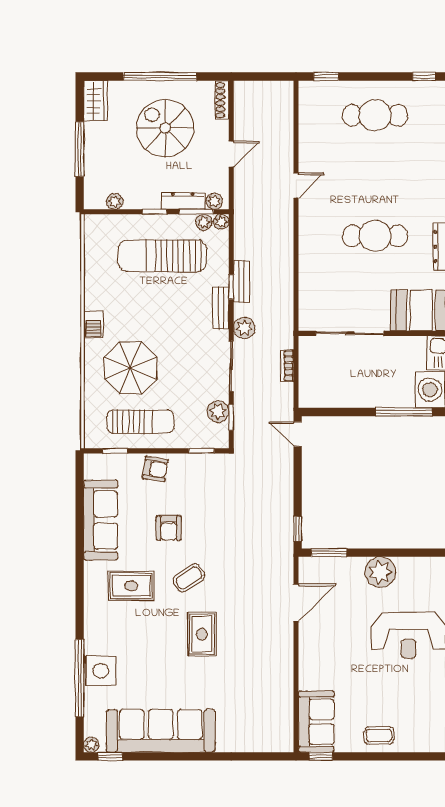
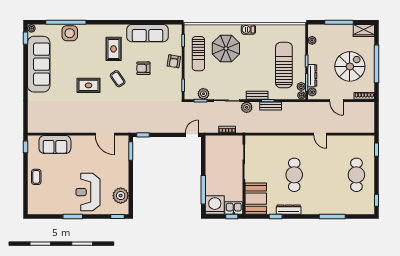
plant: (380, 572) -> (121, 196), moved
sofa: (316, 722) -> (55, 144), moved

